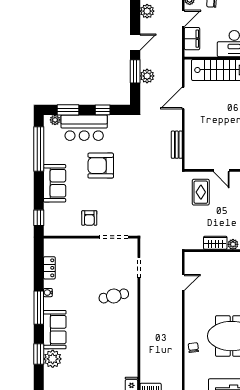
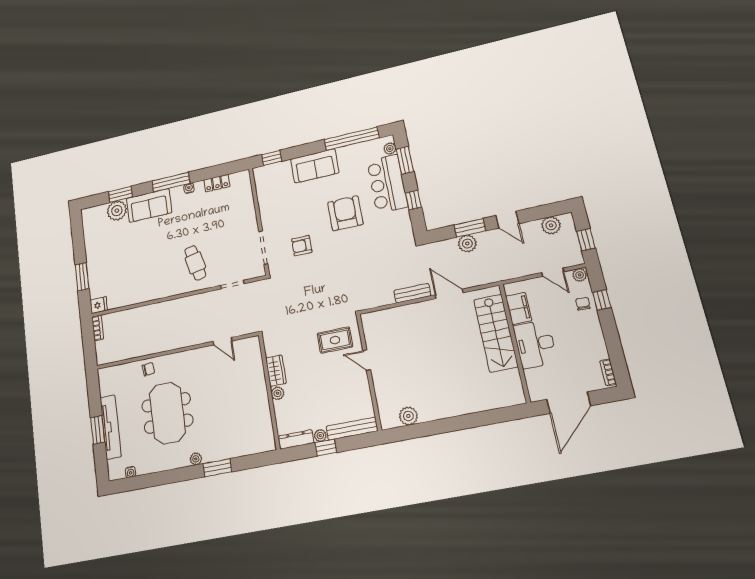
filing cabinet: (192, 39) -> (519, 308), moved, turned -90
bench: (177, 145) -> (412, 293), moved
door: (221, 170) -> (367, 360), hinge flipped
armchair: (89, 218) -> (302, 246), moved

